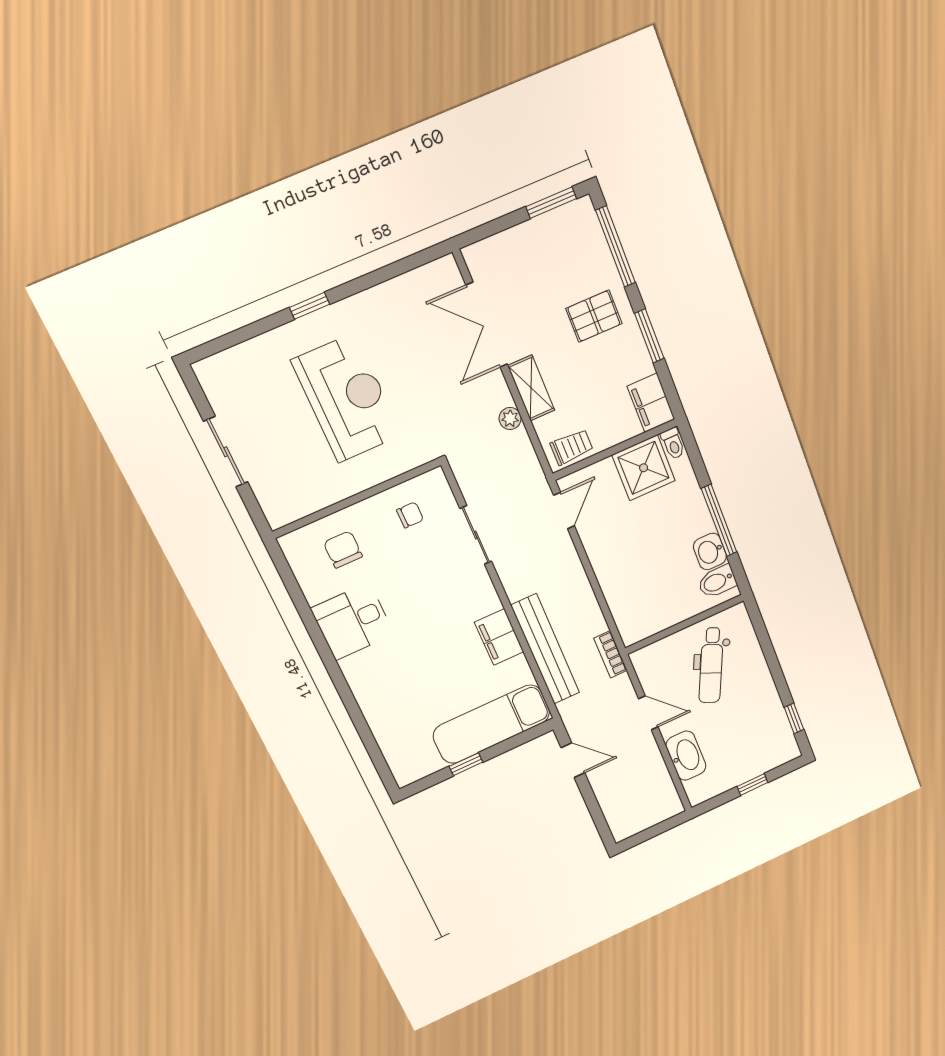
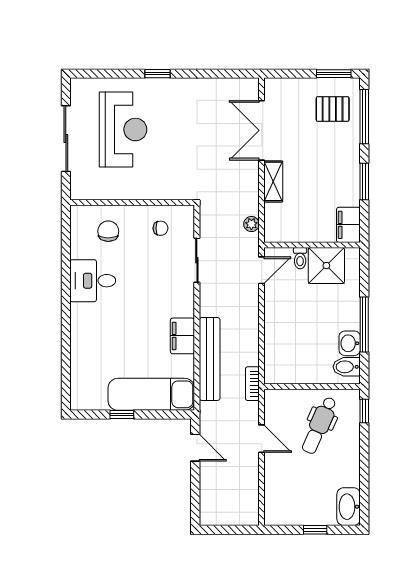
pallet: (594, 316) -> (333, 109), moved
reception desk: (347, 398) -> (123, 130), moved
plant: (510, 418) -> (251, 224), moved
toilet: (673, 443) -> (300, 258), moved
trolley: (572, 447) -> (284, 231), removed
sliding door: (226, 452) -> (66, 139), width x1.37
window: (794, 718) -> (364, 411), moved
washbasin: (686, 756) -> (349, 507), moved, turned 180

